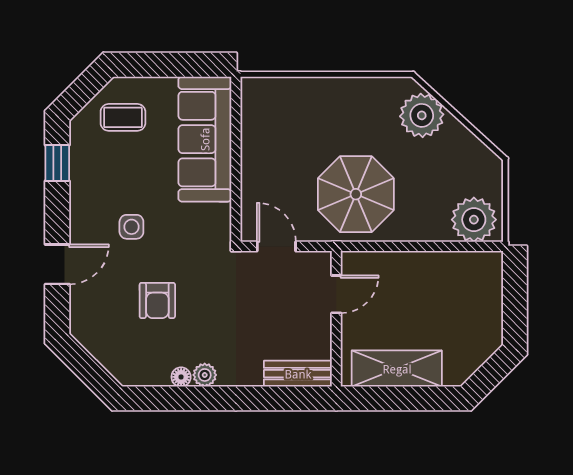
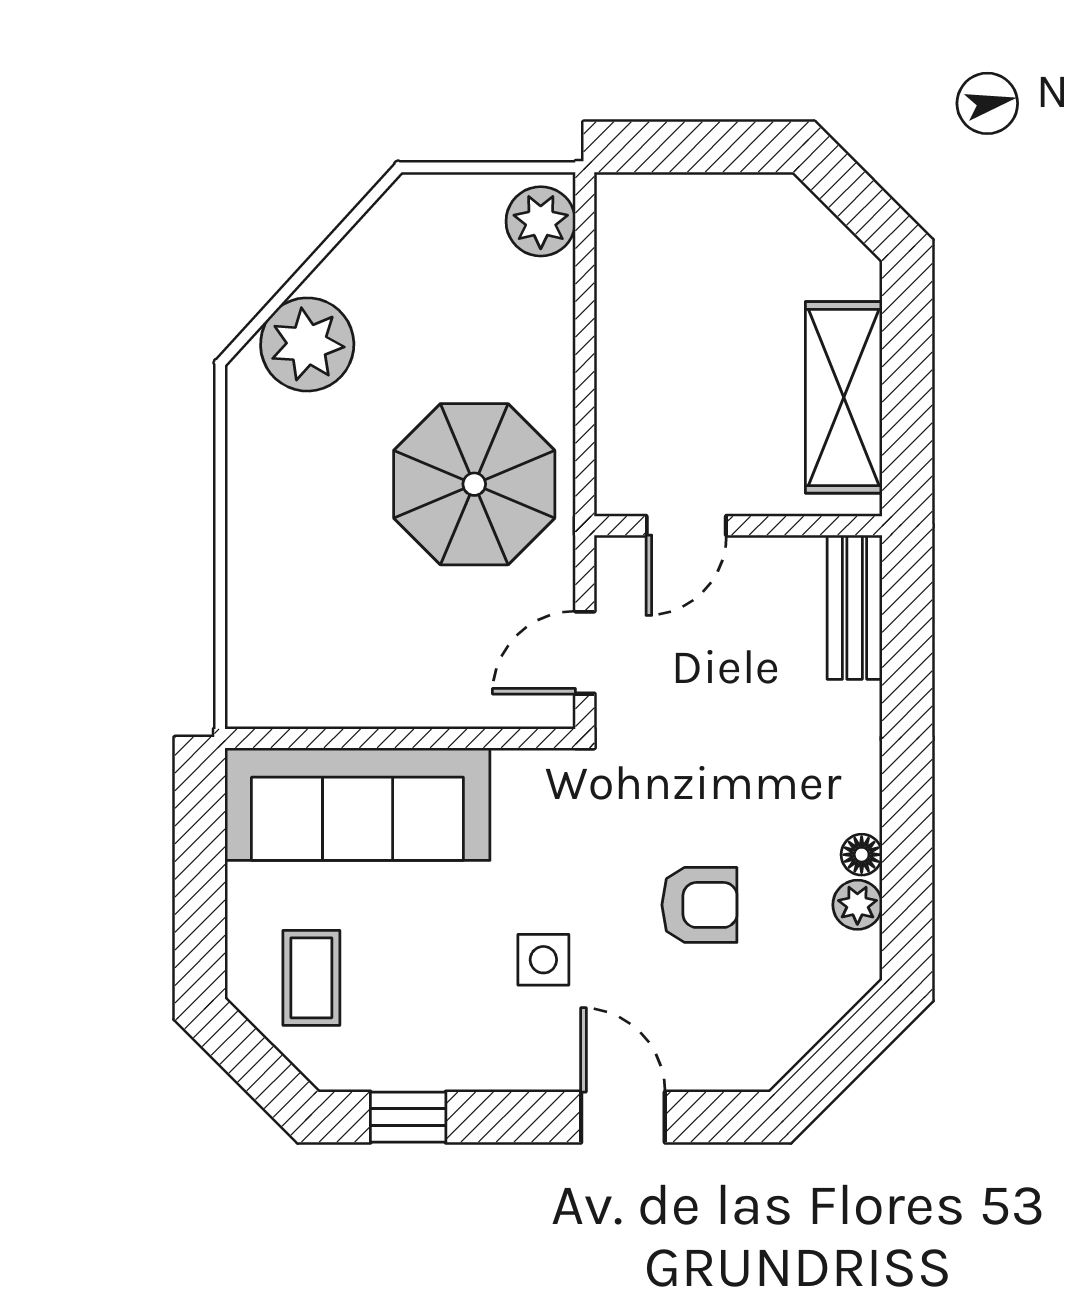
plant: (474, 220) -> (541, 221), width x0.73, depth x0.73
door: (336, 294) -> (686, 526), swing flipped
plant: (205, 375) -> (857, 905), moved

